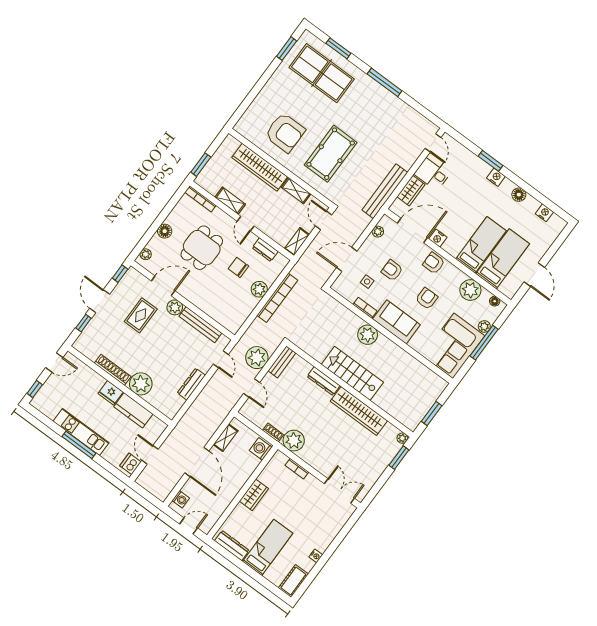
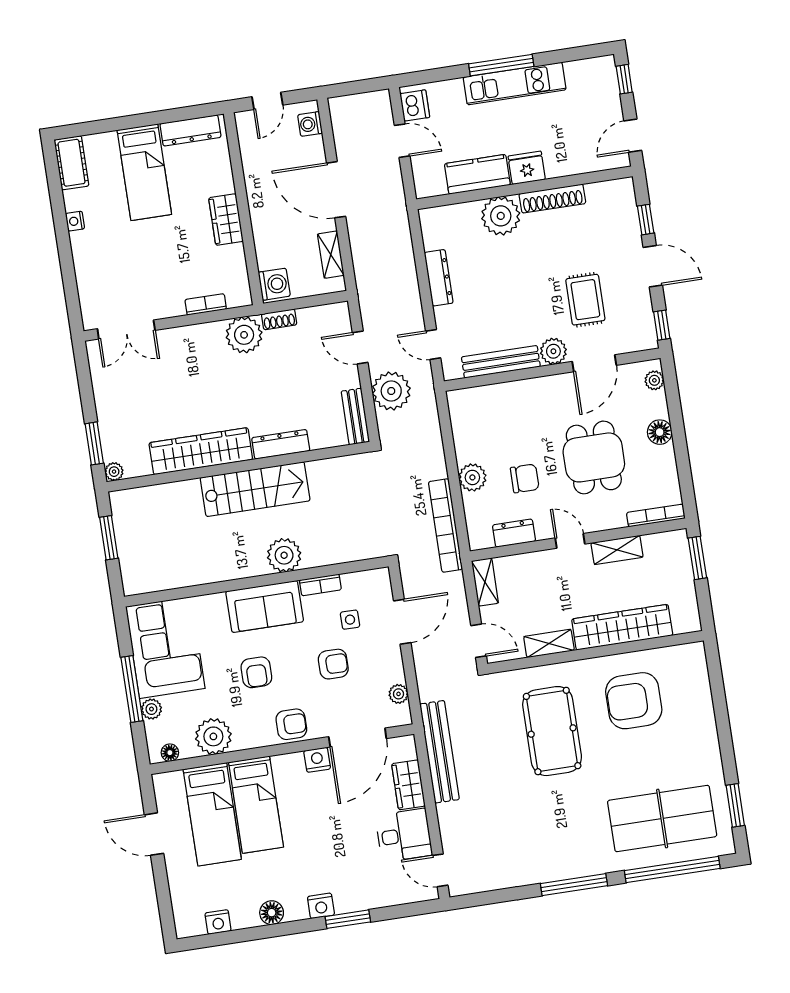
window: (338, 48) -> (672, 870), width x2.11
bookcase: (277, 298) -> (445, 525), moved

